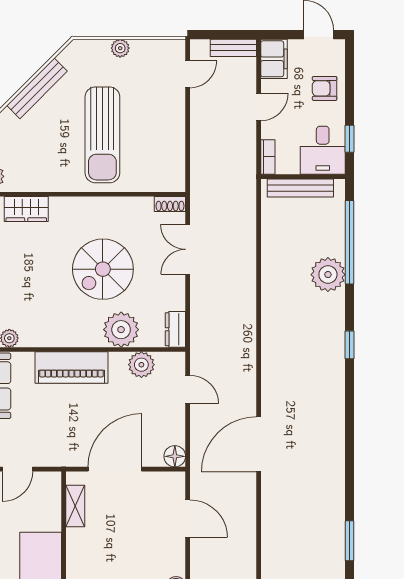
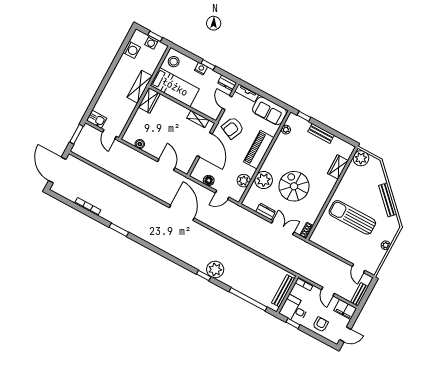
plant: (328, 275) -> (215, 270), moved
dresser: (175, 329) -> (266, 211), moved
armchair: (58, 435) -> (233, 128), added
floor lamp: (175, 456) -> (209, 180), moved
door: (188, 519) -> (166, 165), swing flipped

